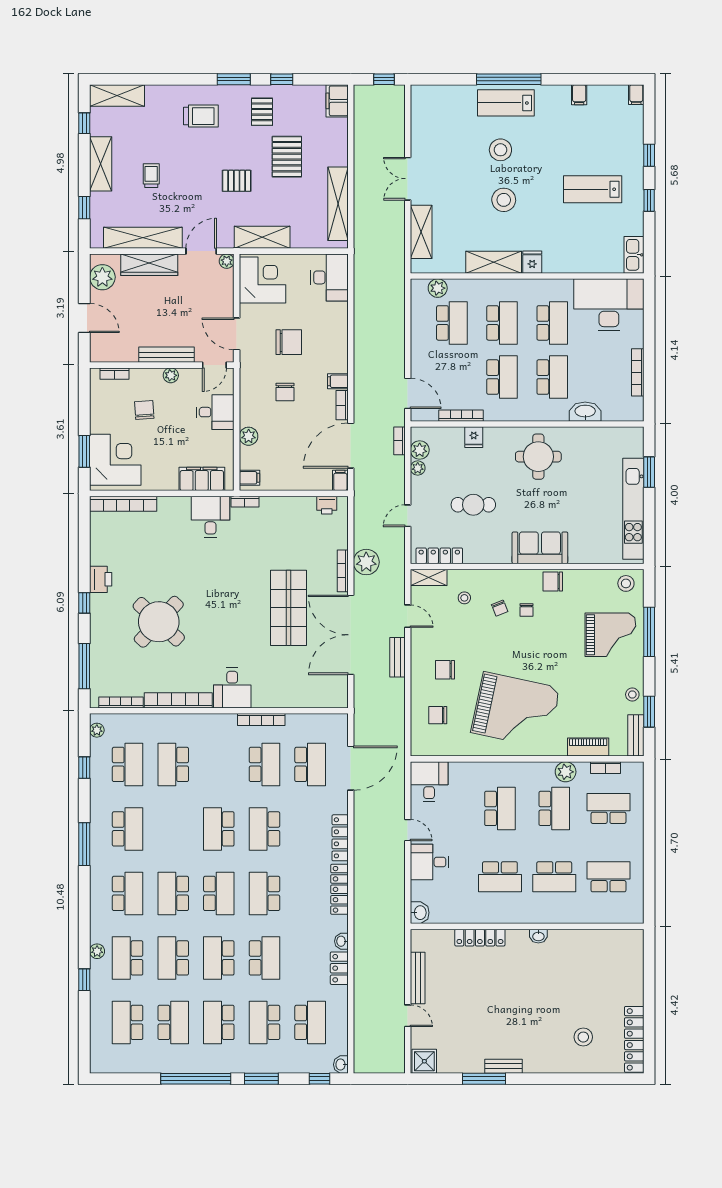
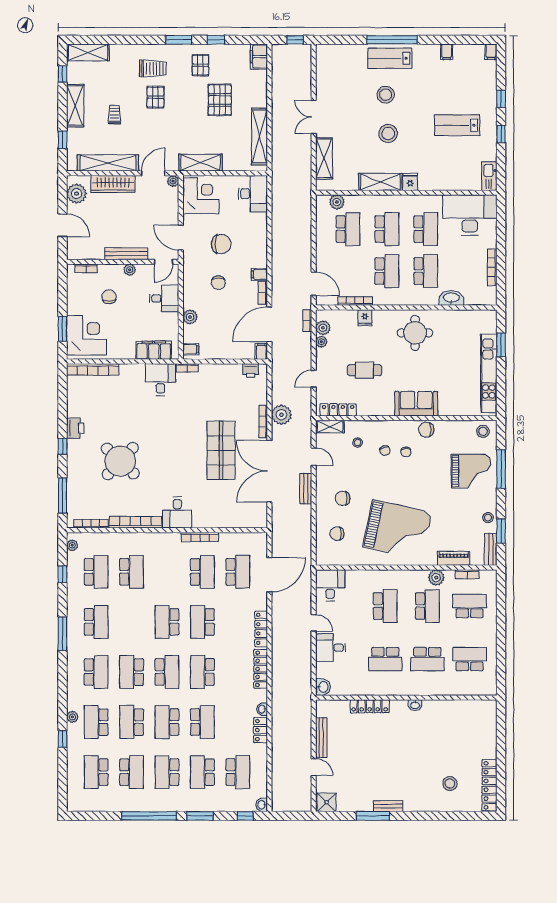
pallet: (237, 181) -> (155, 97), moved, turned 90
school desk: (173, 764) -> (132, 572), turned 180

